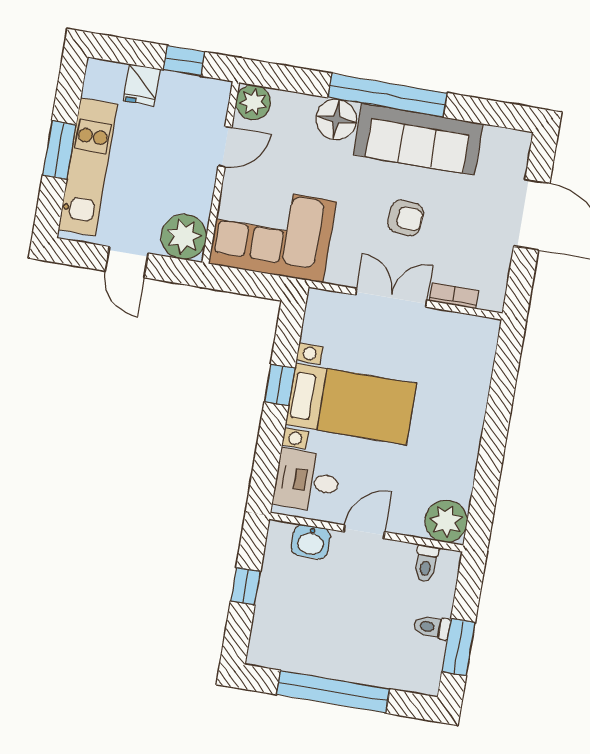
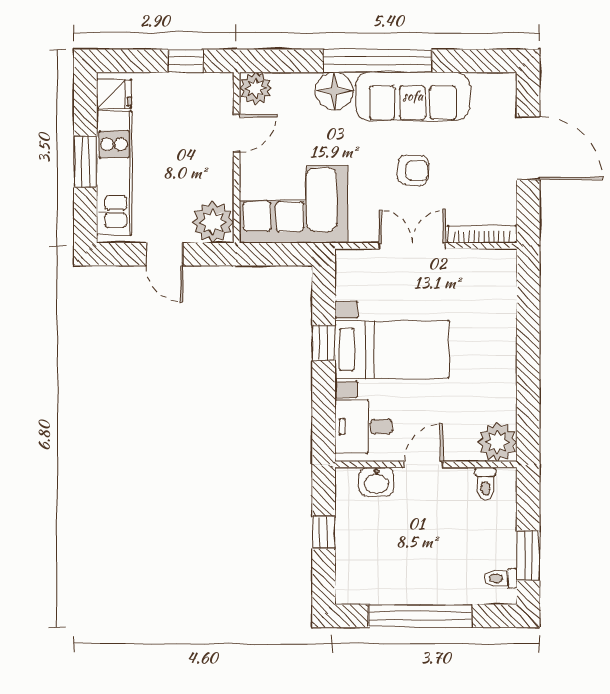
fridge: (141, 85) -> (114, 94), moved, turned -90
bookcase: (454, 296) -> (482, 234), width x1.56
toilet: (432, 627) -> (501, 578), moved

